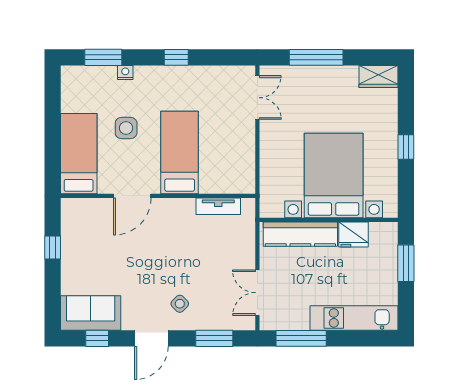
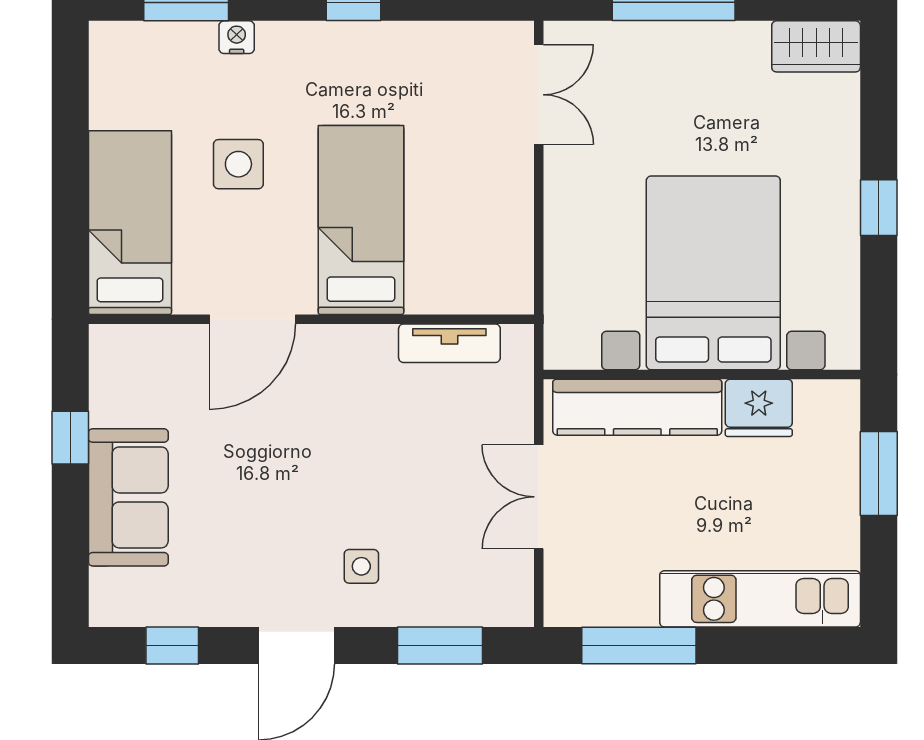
double door: (257, 293) -> (539, 497), moved
side table: (180, 304) -> (361, 566), turned 45
sofa: (91, 313) -> (128, 497), moved, turned 90

